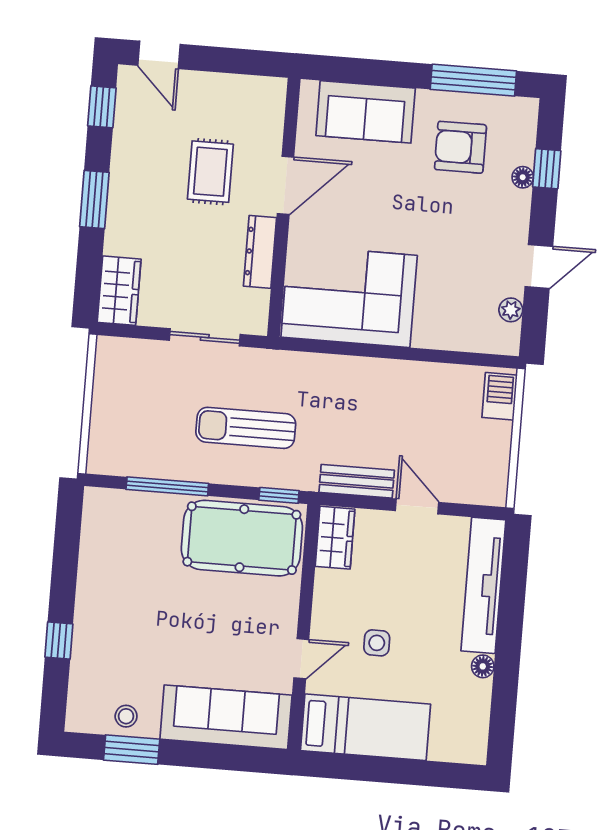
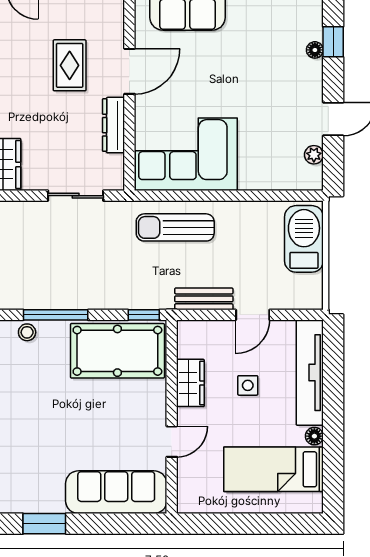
armchair: (460, 147) -> (264, 30), removed
barbecue: (500, 396) -> (304, 239), width x1.88, depth x1.53
sun lounger: (246, 428) -> (175, 227), moved
door: (417, 506) -> (253, 315), swing flipped
wardrobe: (335, 538) -> (190, 383), moved
side table: (377, 643) -> (248, 385), moved
stool: (126, 716) -> (27, 332), moved
bed: (365, 727) -> (274, 469), moved, turned 180

